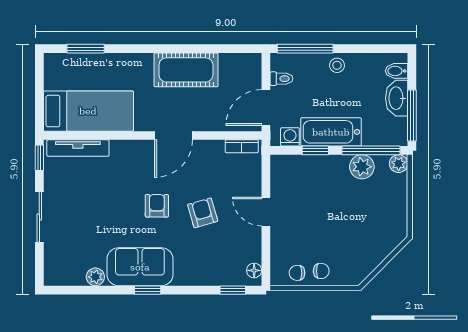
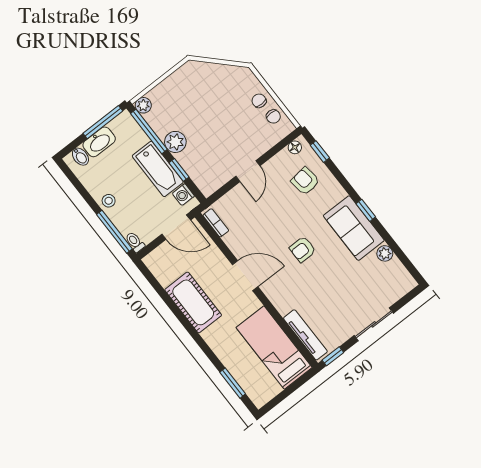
toilet: (281, 79) -> (135, 242), moved
plant: (362, 167) -> (175, 142), moved
armchair: (203, 213) -> (305, 181), moved, turned 99

